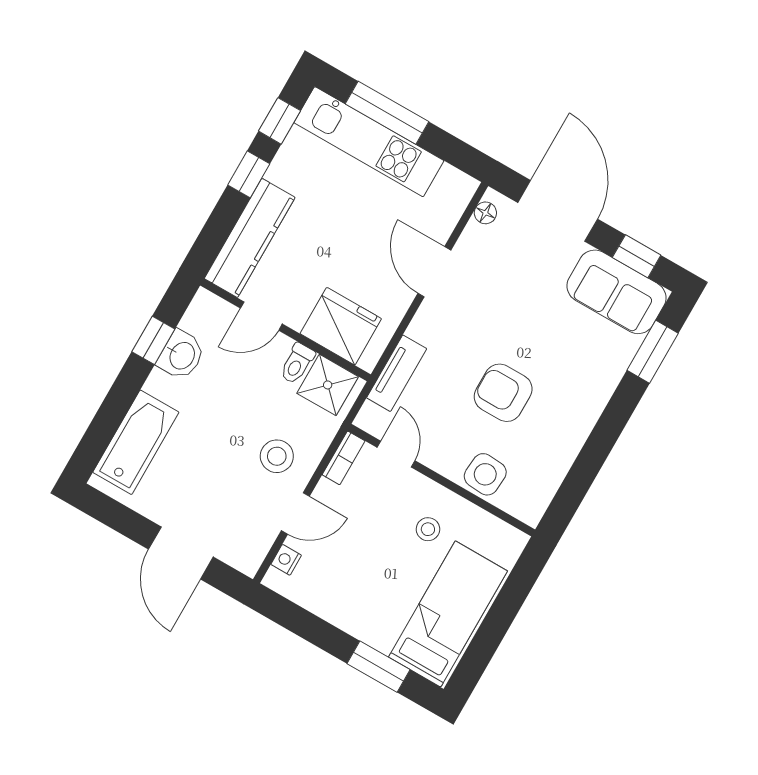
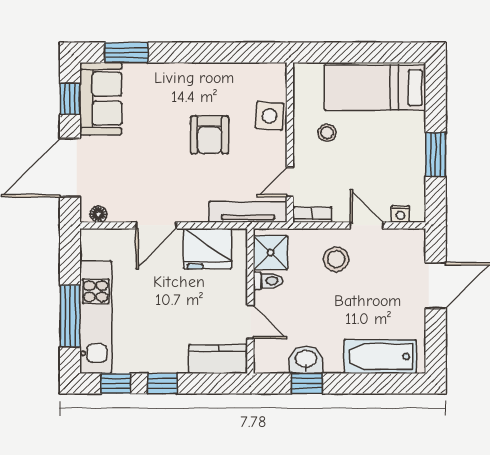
kitchen counter: (250, 238) -> (218, 359), width x0.67
fridge: (341, 326) -> (208, 249), moved, turned -90
tv unit: (397, 373) -> (248, 212), width x1.41
window: (379, 667) -> (436, 155), moved

